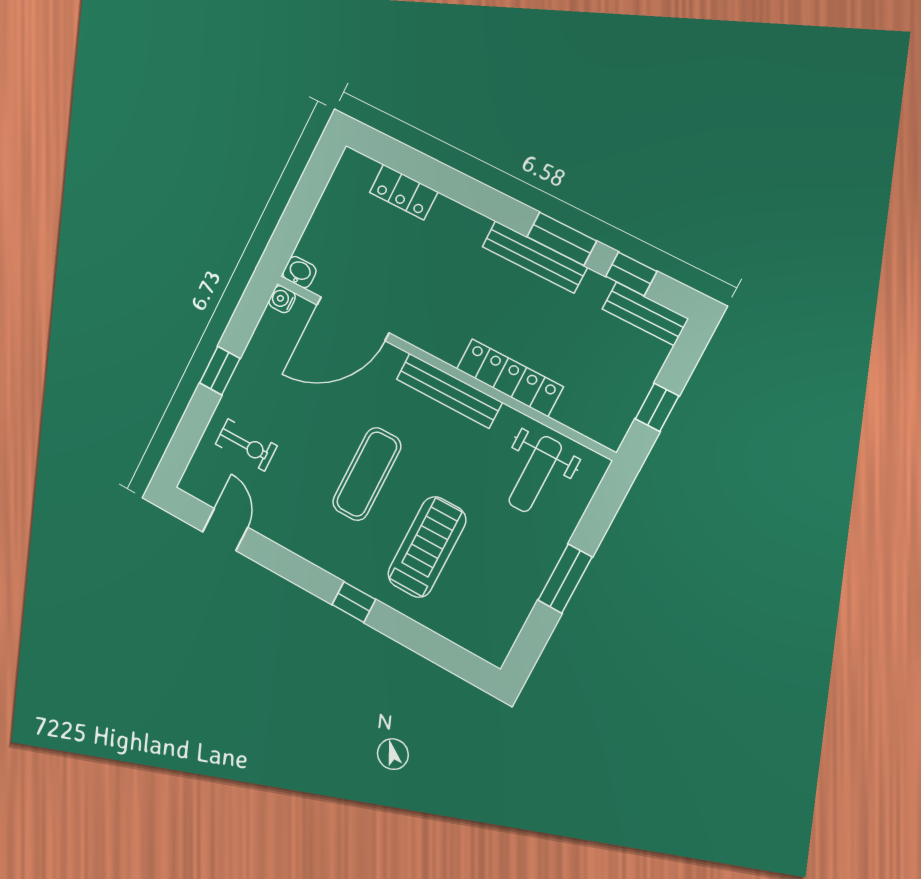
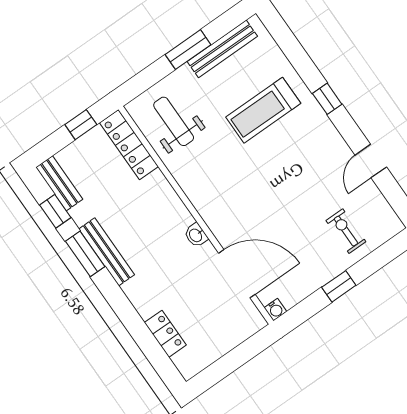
washbasin: (299, 272) -> (196, 235), moved
locker: (510, 378) -> (129, 145), moved
bench: (449, 391) -> (222, 49), moved, turned 90
exercise mat: (367, 474) -> (278, 174), removed
weight bench: (535, 474) -> (174, 121), turned -90
door: (225, 530) -> (371, 161), moved

